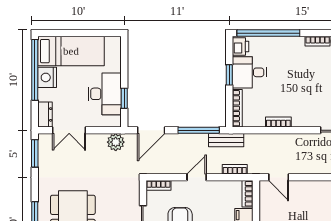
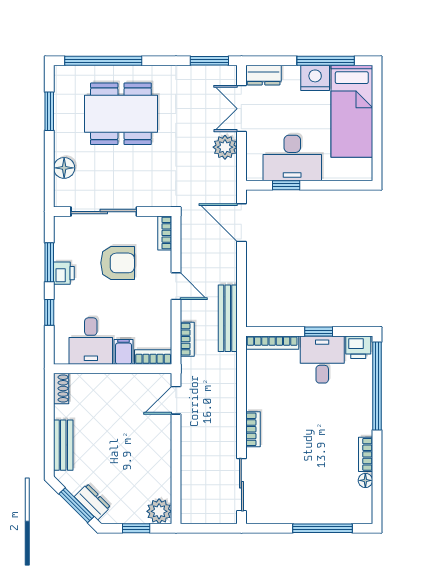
window: (35, 70) -> (326, 61), width x0.68
bookcase: (278, 122) -> (253, 429), moved
window: (199, 130) -> (241, 289), removed
bench: (226, 140) -> (228, 318), width x1.36
plant: (116, 142) -> (225, 147), moved

